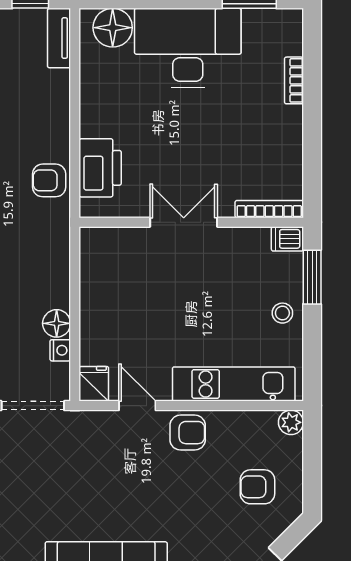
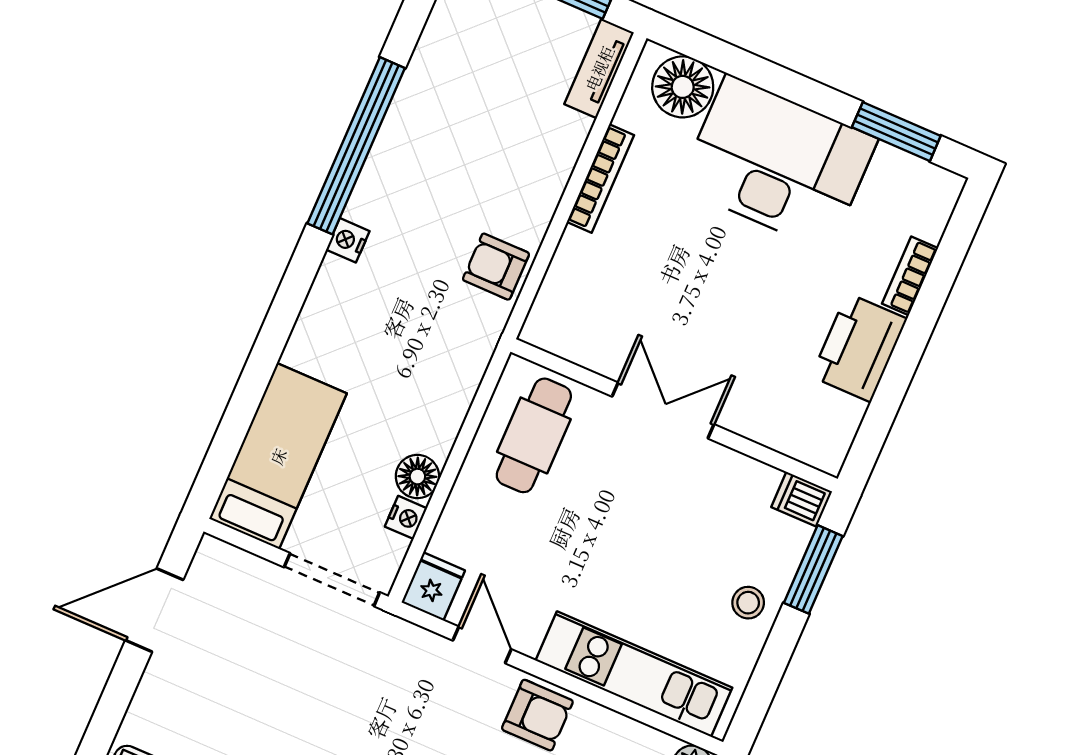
printer: (100, 168) -> (859, 348), moved, turned 180
bookcase: (269, 209) -> (600, 179), moved, turned 90
cafe table: (114, 270) -> (534, 435), added

